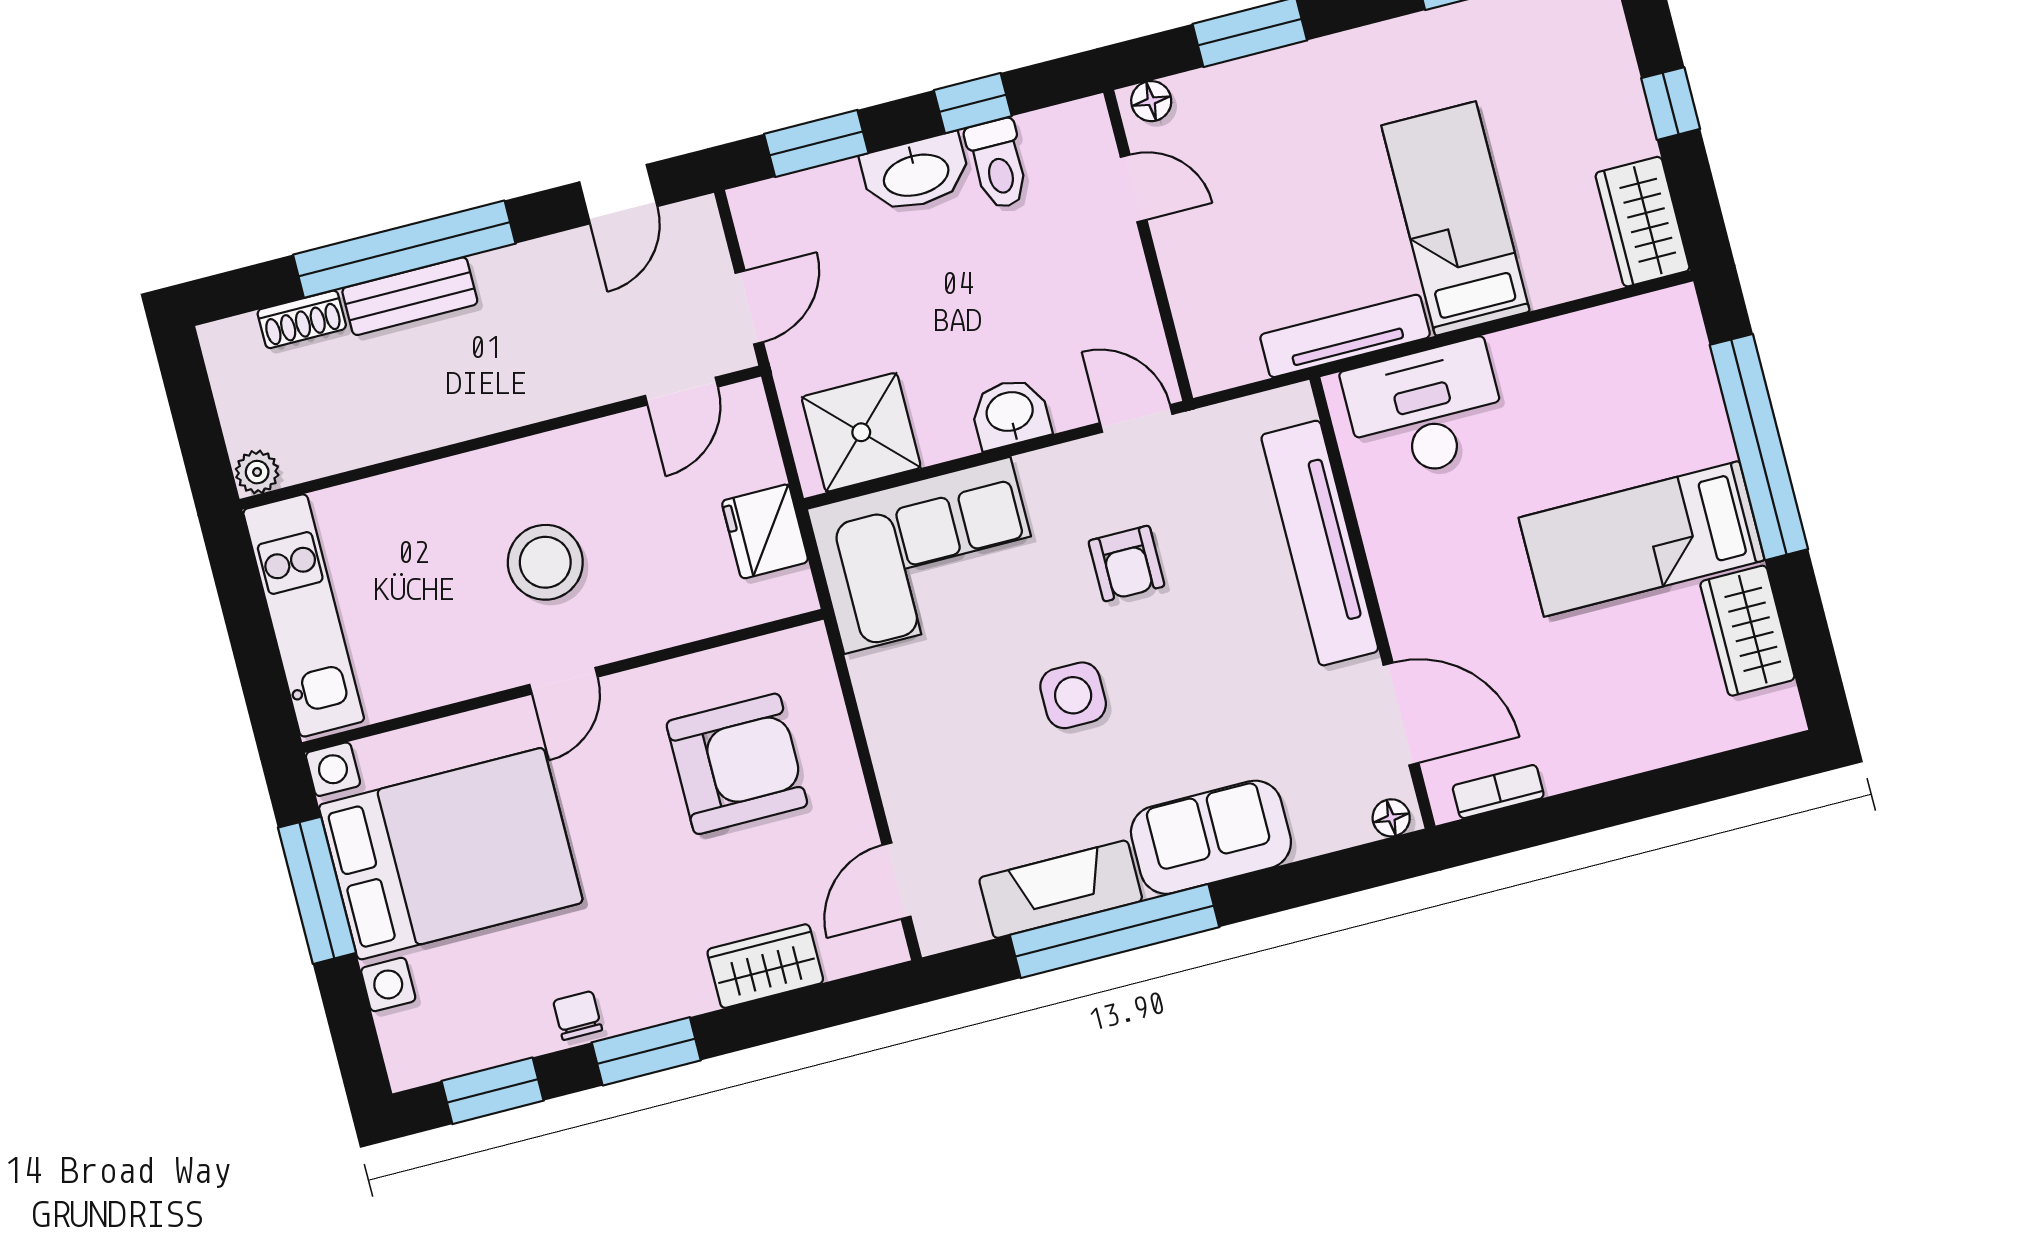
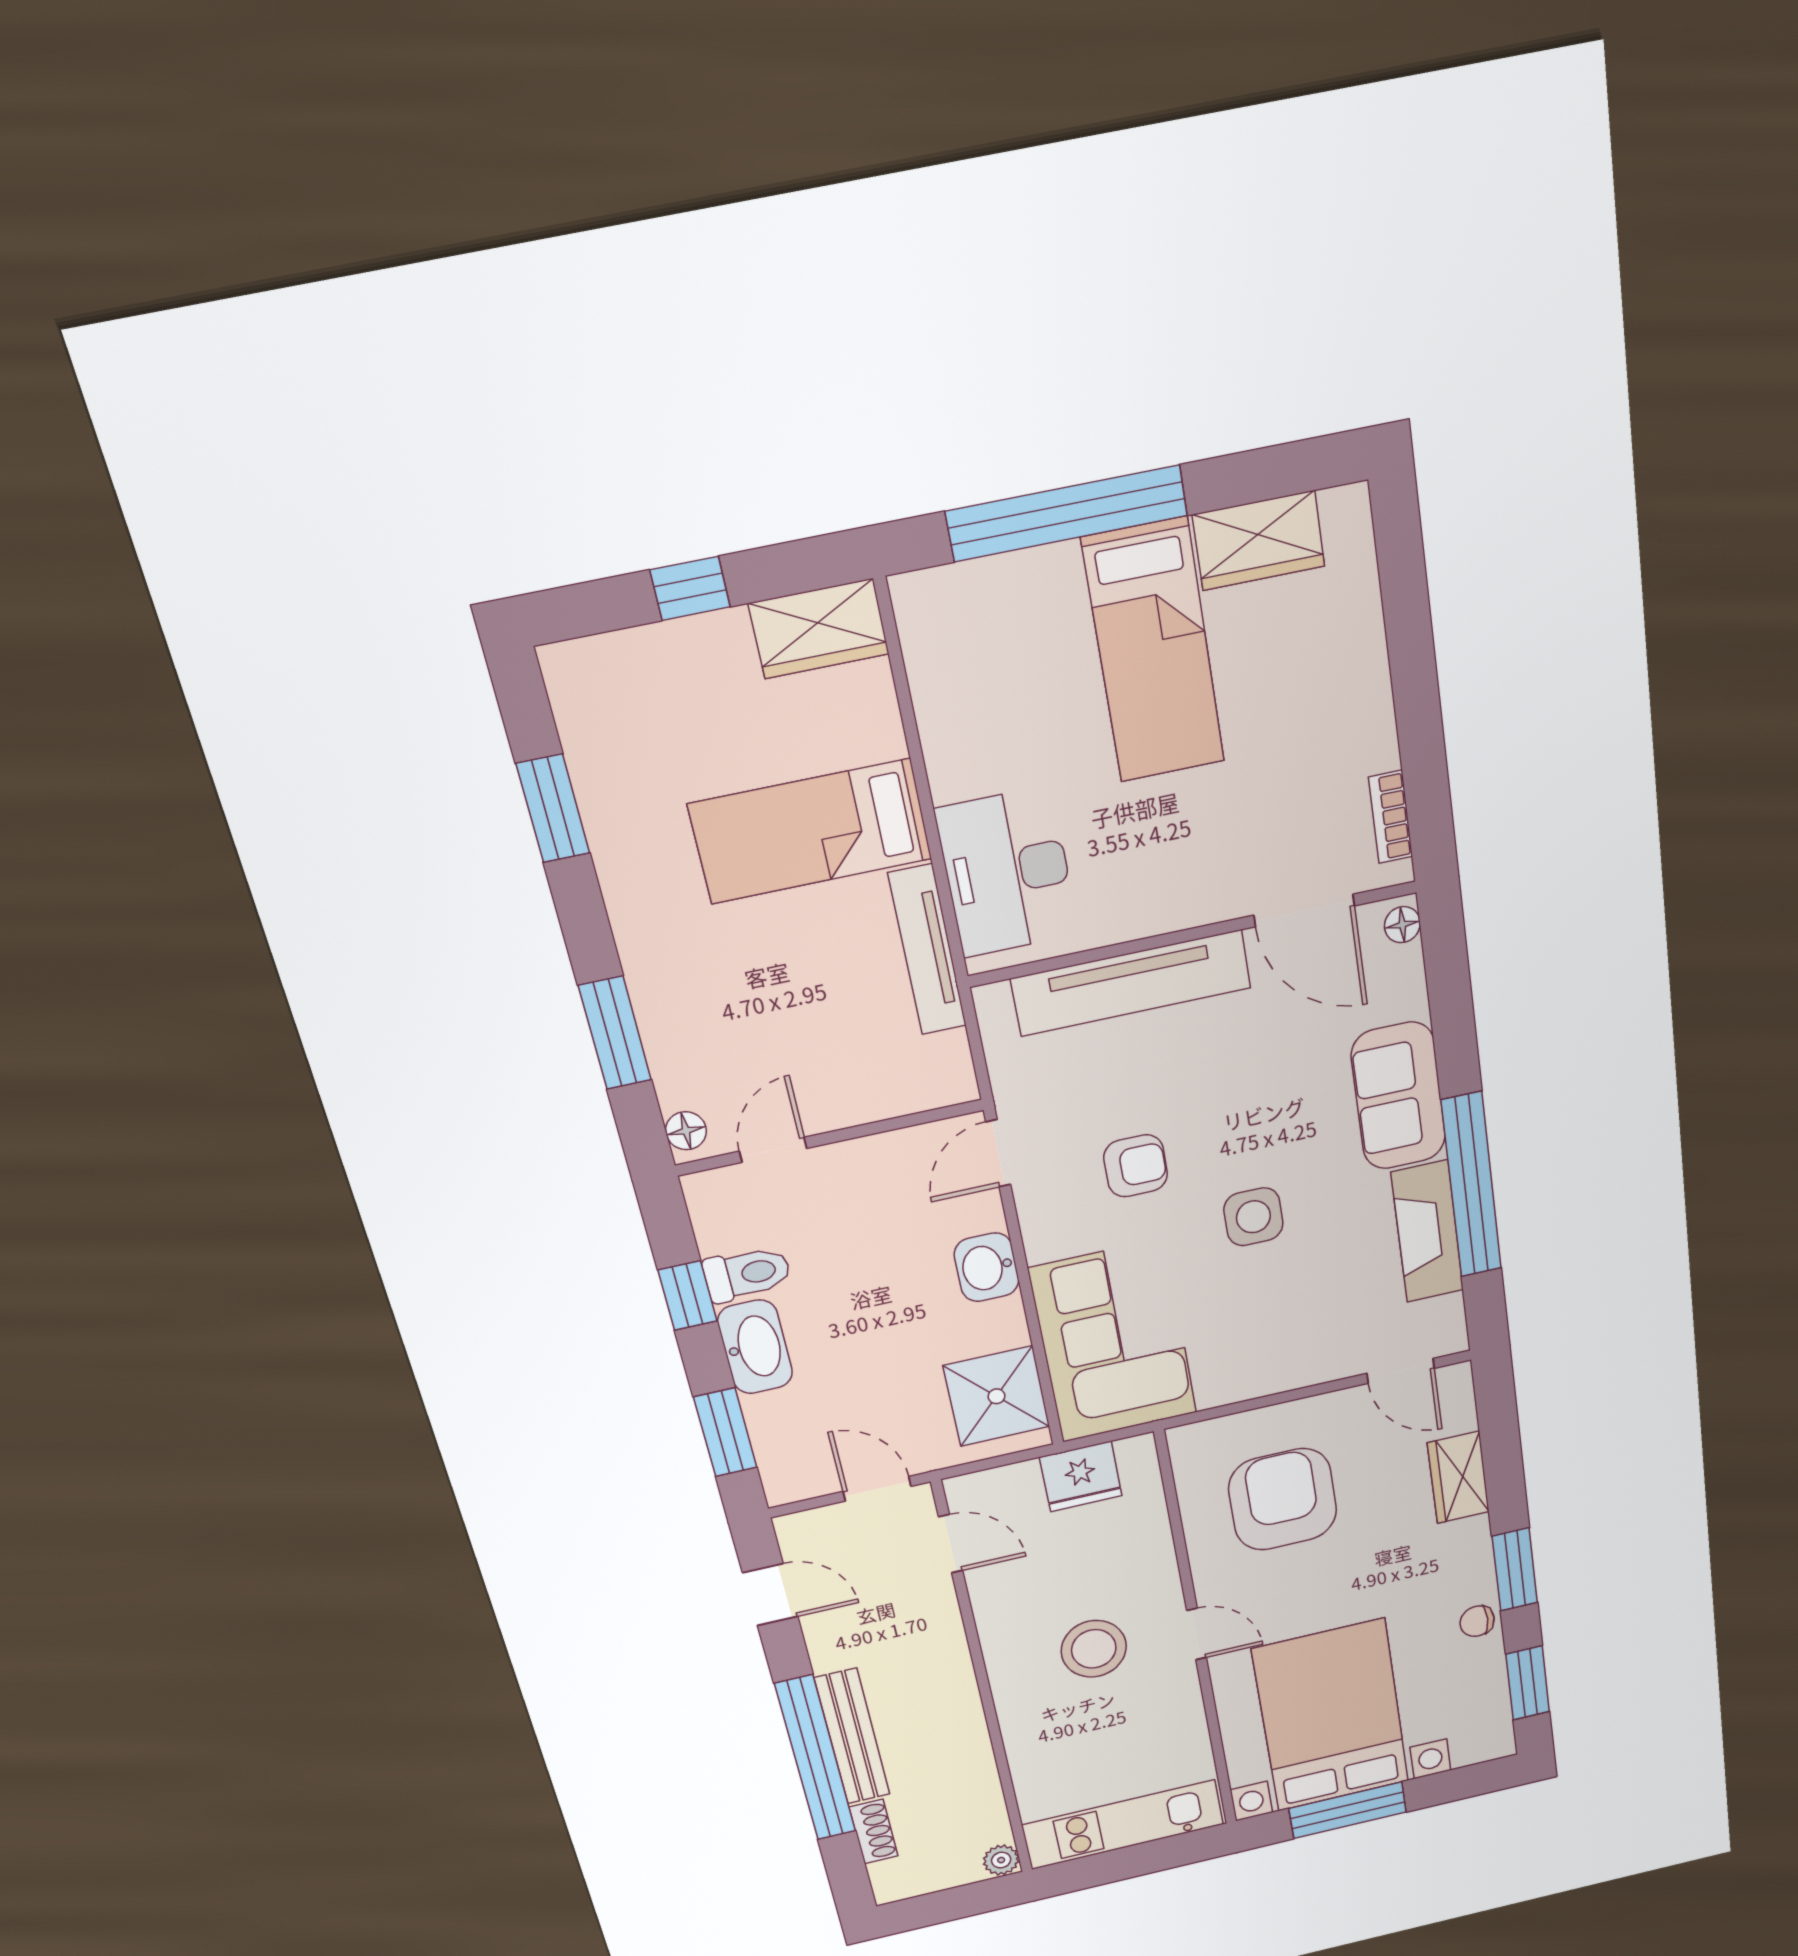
bench: (410, 296) -> (852, 1737), width x1.36
door: (1401, 714) -> (1304, 911), swing flipped

